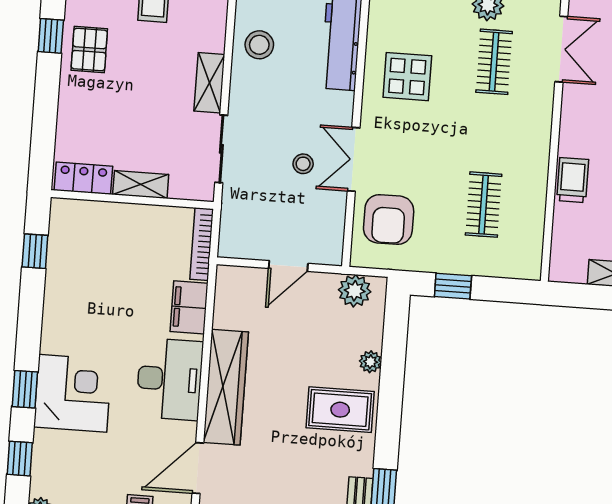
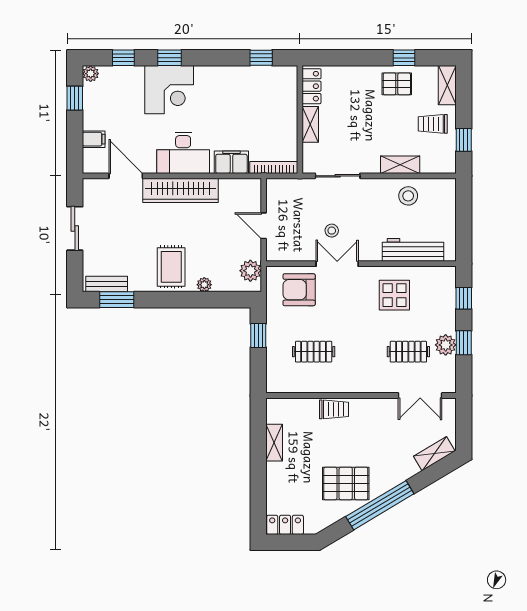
shelving: (209, 83) -> (400, 165), moved

